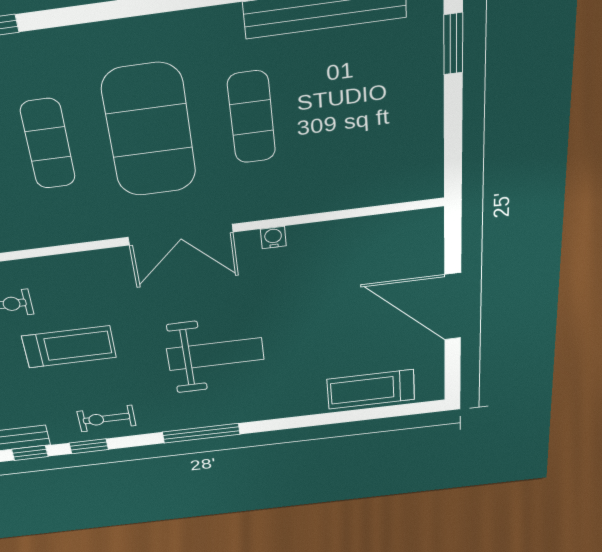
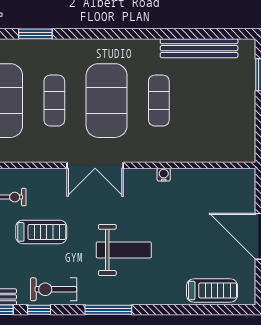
double door: (180, 235) -> (95, 165), moved
treadmill: (371, 389) -> (212, 291), turned 180
exercise bike: (106, 419) -> (54, 289), width x1.38, depth x1.39

